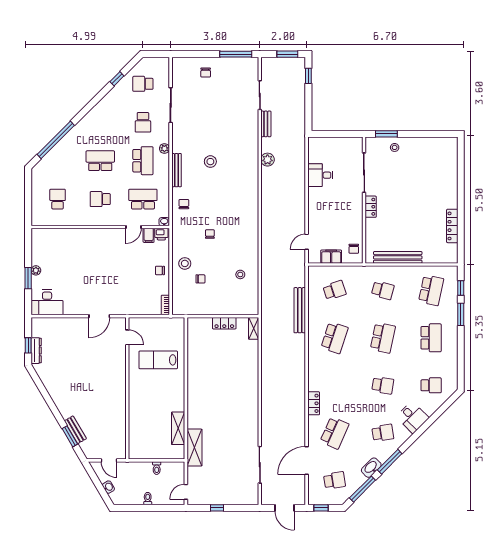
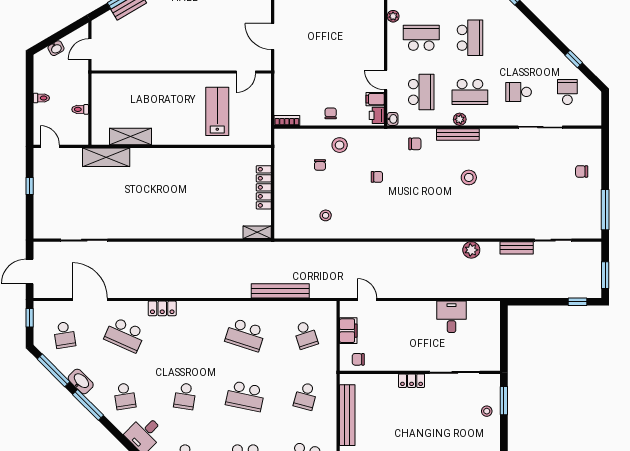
plant: (164, 149) -> (460, 119), moved
school desk: (100, 199) -> (421, 38), width x1.85
plant: (83, 221) -> (393, 16), added
locker: (224, 323) -> (264, 187), width x1.53

